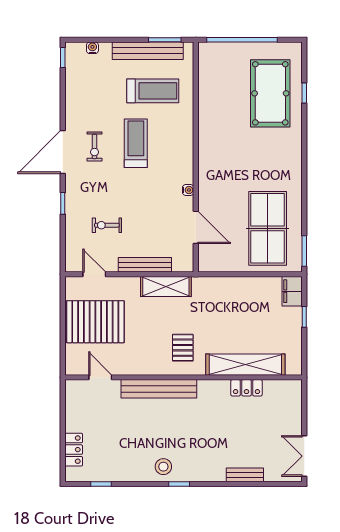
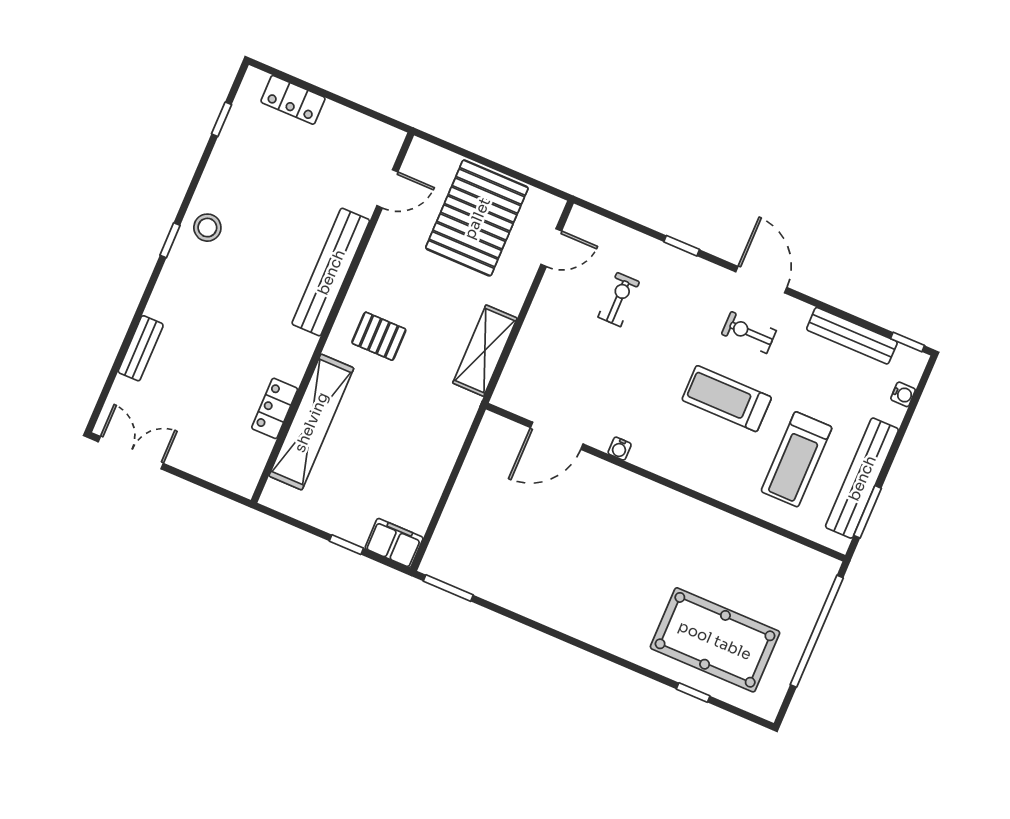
treadmill: (136, 143) -> (727, 399), turned 180
door: (63, 152) -> (761, 280), width x0.73
table tennis table: (268, 228) -> (508, 546), removed
bench: (145, 265) -> (852, 336), moved, turned 90

